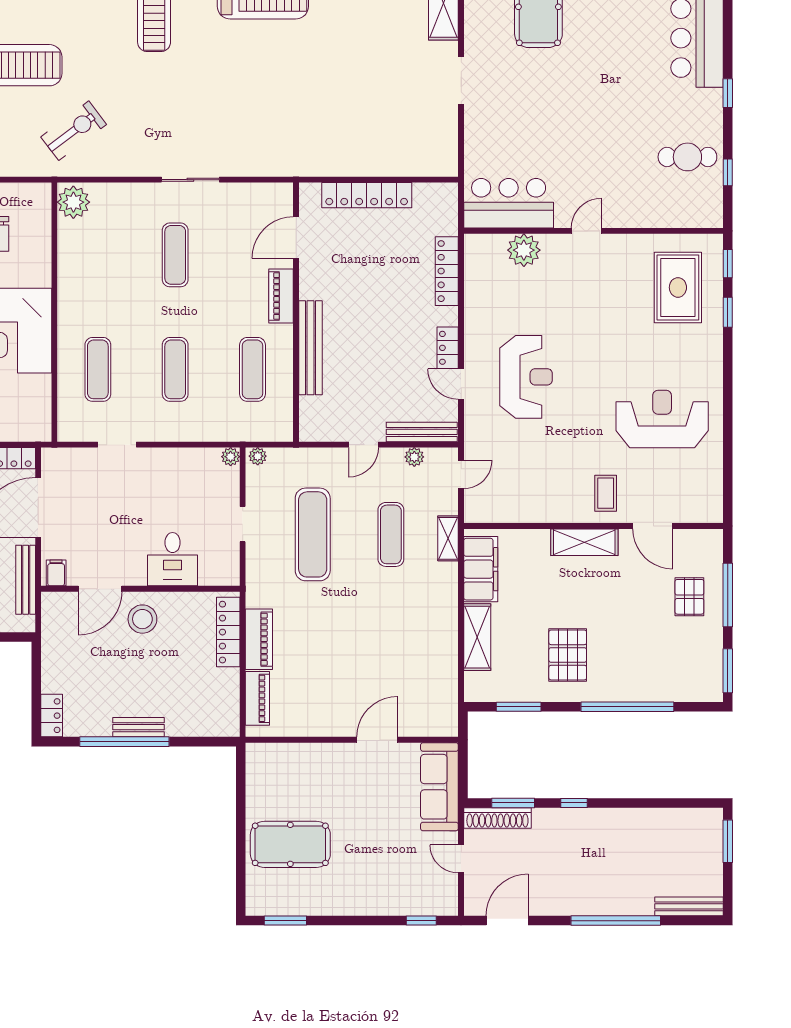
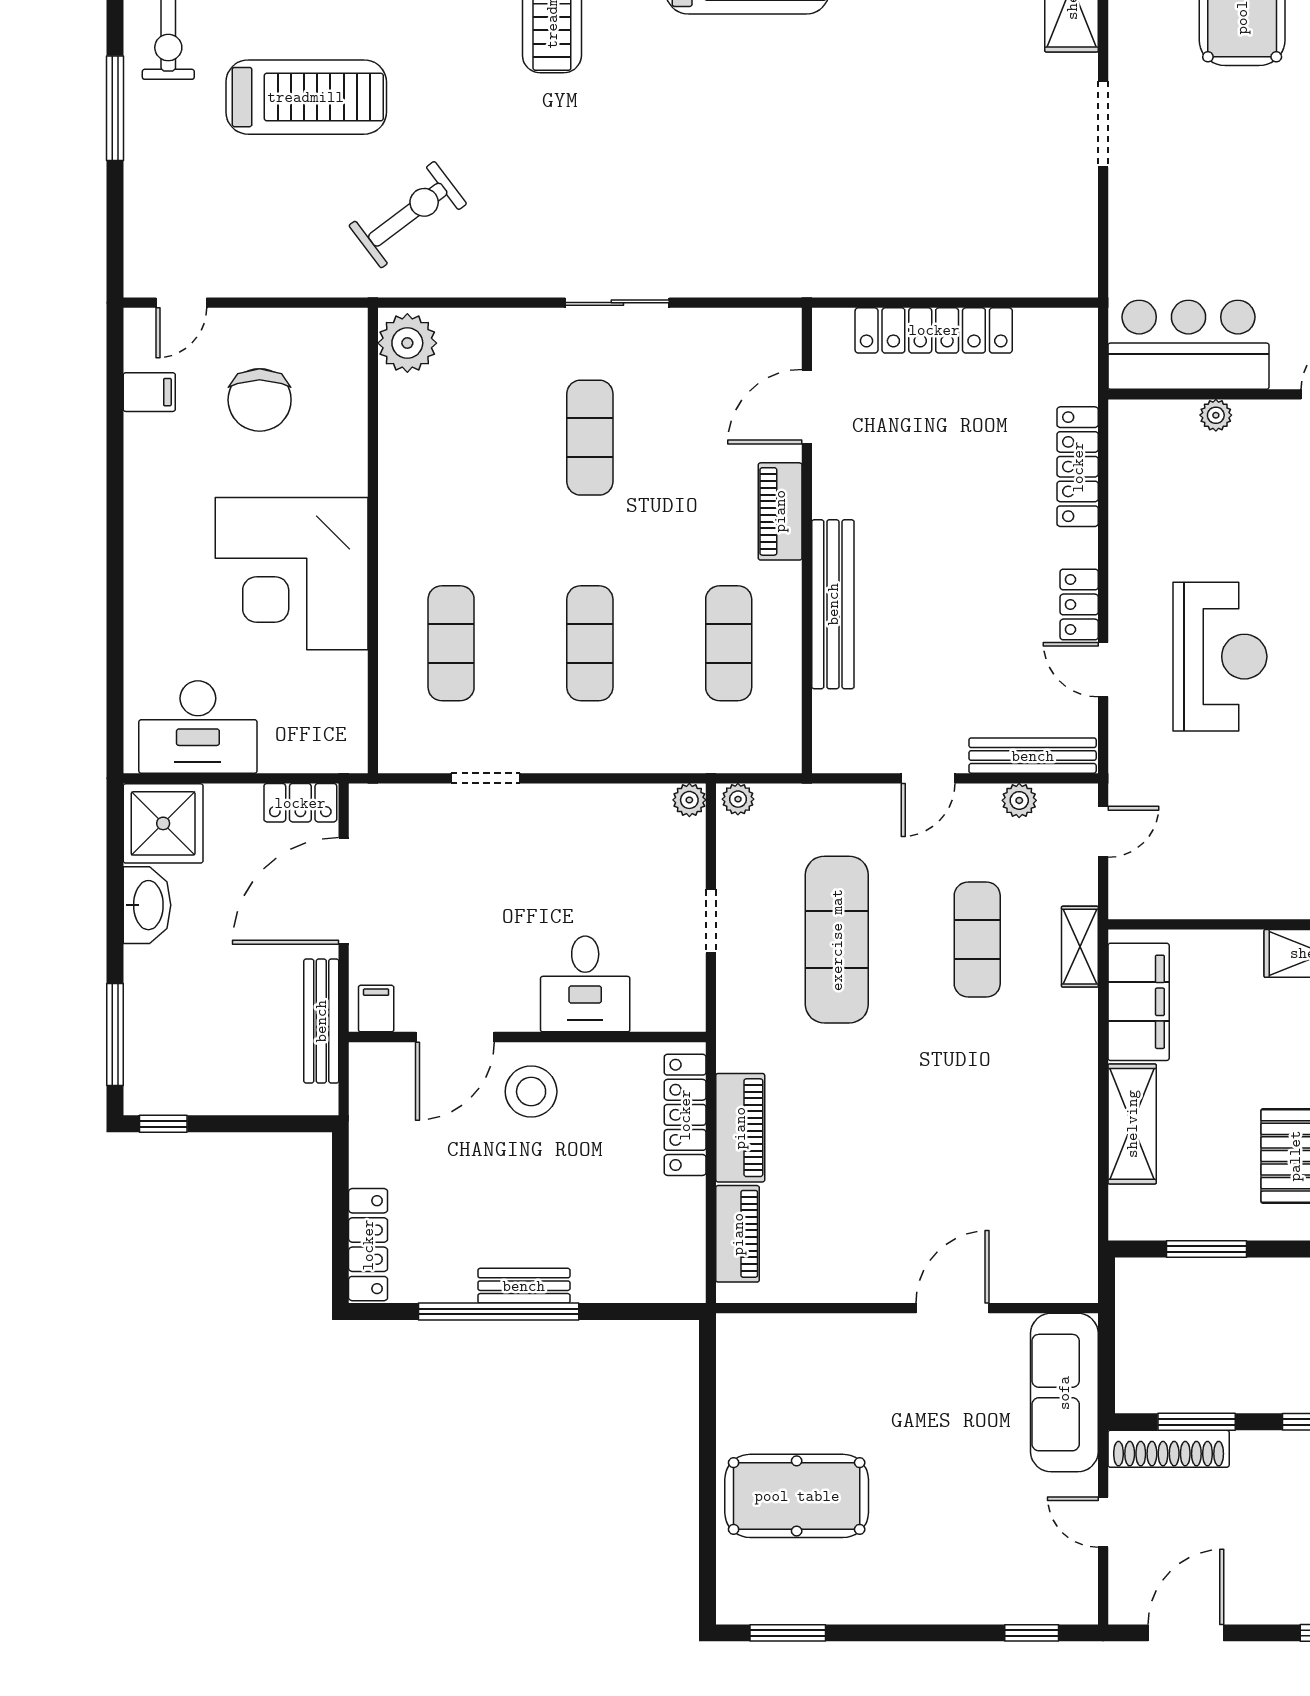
plant: (524, 250) -> (1216, 415), width x0.53, depth x0.53
locker: (52, 716) -> (368, 1245), width x1.53

